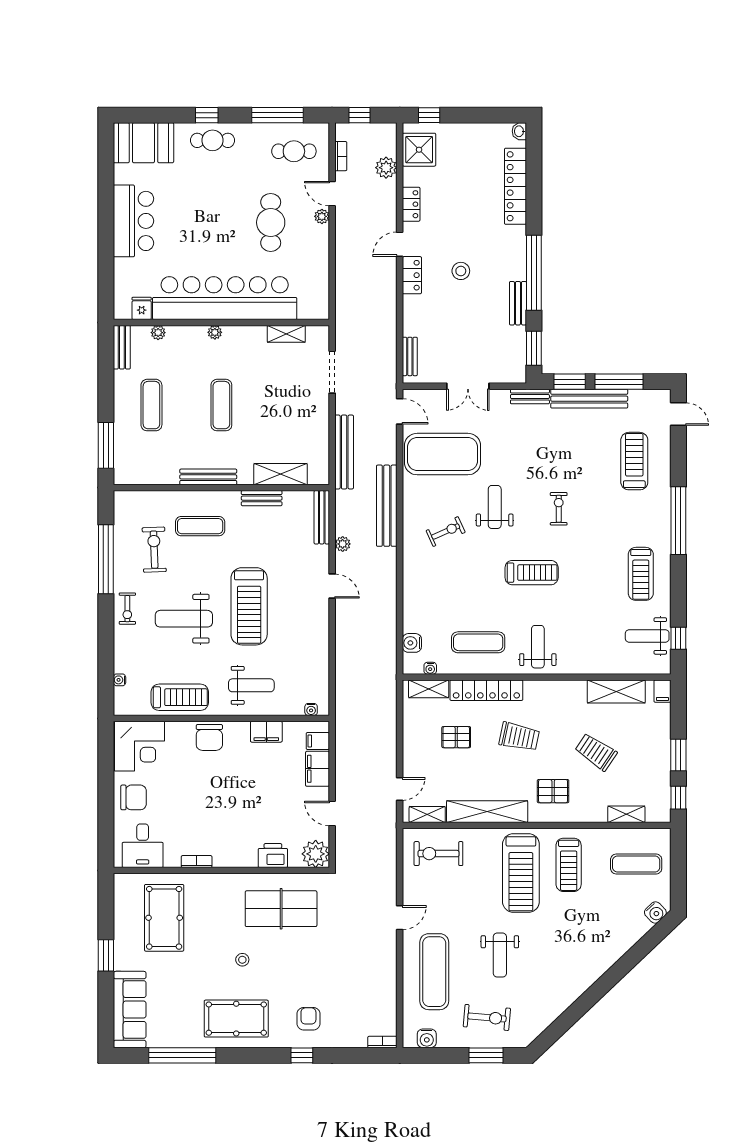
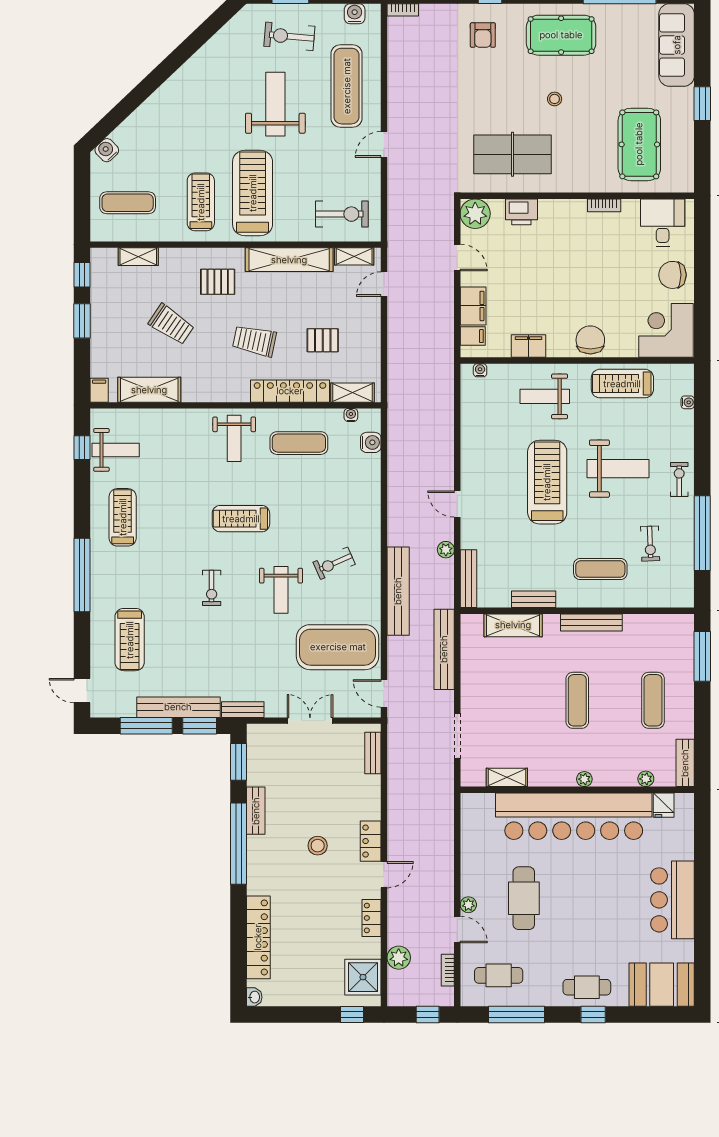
exercise bike: (154, 550) -> (650, 544), width x0.73, depth x0.72
weight bench: (500, 955) -> (275, 104), width x1.36, depth x1.33

